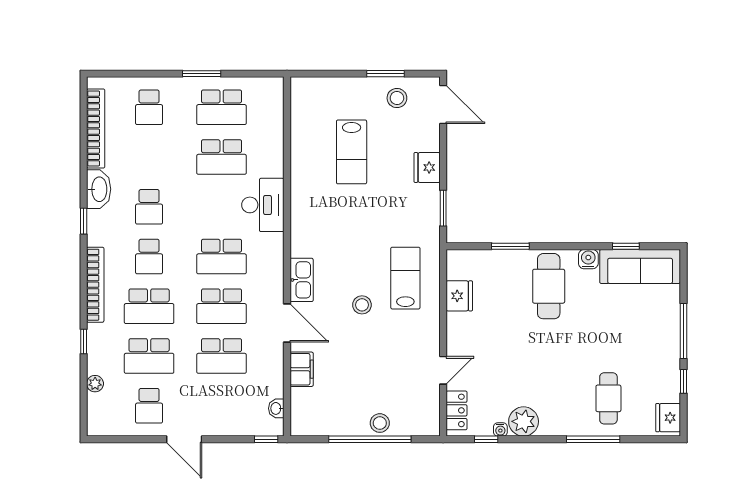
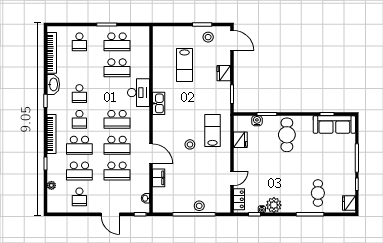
water cooler: (588, 259) -> (257, 121), moved
kitchen sink: (302, 280) -> (159, 103), moved
door: (184, 439) -> (110, 214), moved

